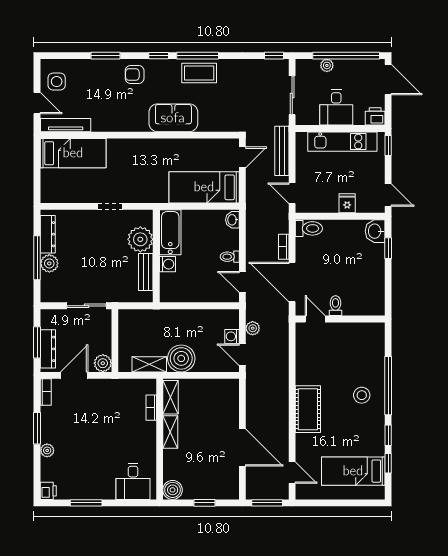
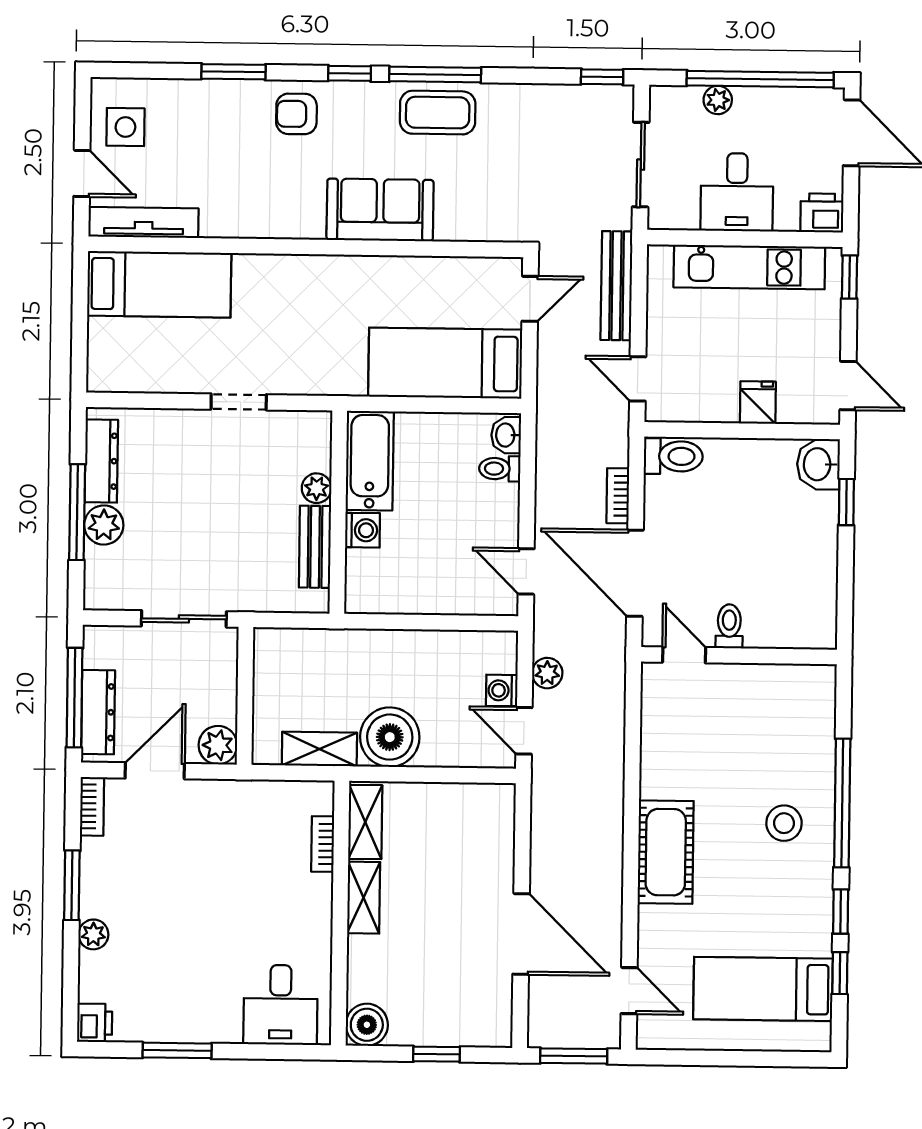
plant: (140, 239) -> (317, 488), width x0.53, depth x0.53
toilet: (230, 257) -> (500, 469), moved
window: (37, 342) -> (75, 698), width x1.44

